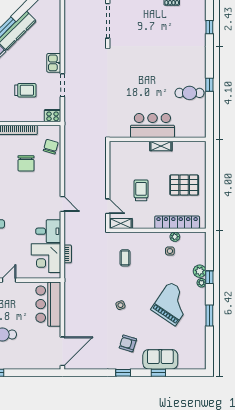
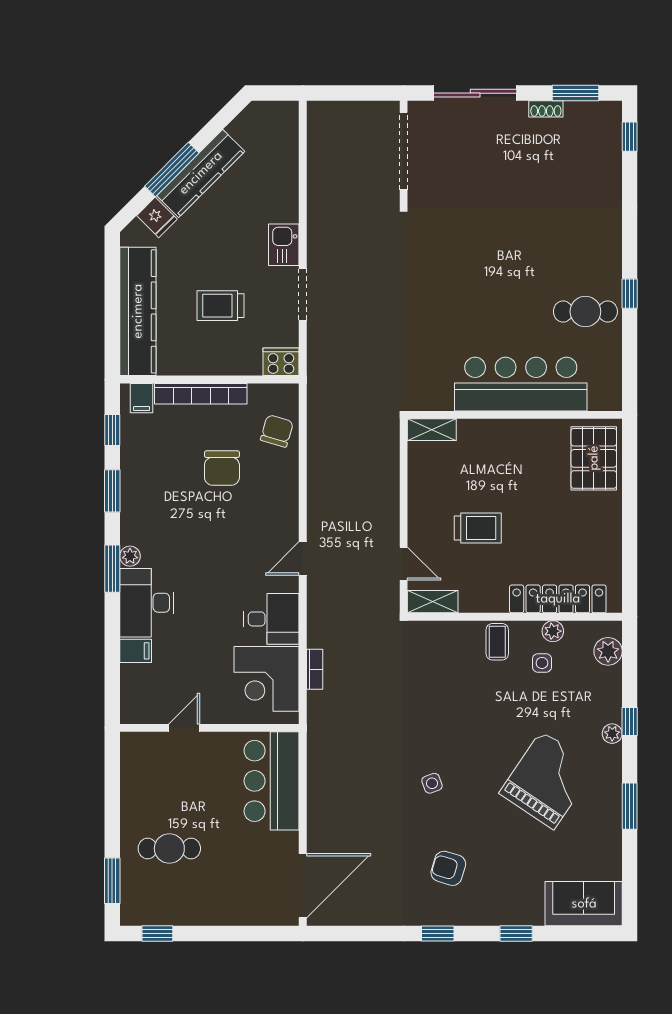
window: (209, 27) -> (630, 137), moved
trolley: (25, 90) -> (221, 306), turned 180
bar counter: (152, 126) -> (521, 384), width x1.36
shelving: (161, 146) -> (432, 430), moved
pallet: (184, 185) -> (594, 458), moved, turned 90
trolley: (141, 190) -> (478, 528), turned 90
door: (62, 204) -> (303, 558), swing flipped
coffee table: (125, 258) -> (497, 642), moved
plant: (200, 271) -> (608, 651), moved
sofa: (160, 359) -> (584, 904), moved

